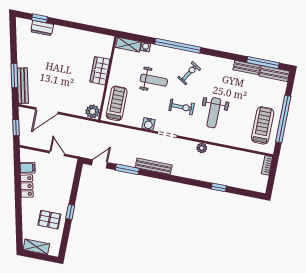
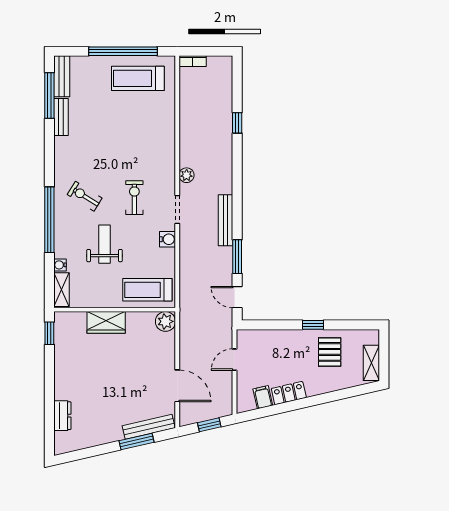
window: (40, 18) -> (49, 333), moved
weight bench: (214, 113) -> (134, 151), removed
plant: (202, 148) -> (187, 175), moved

